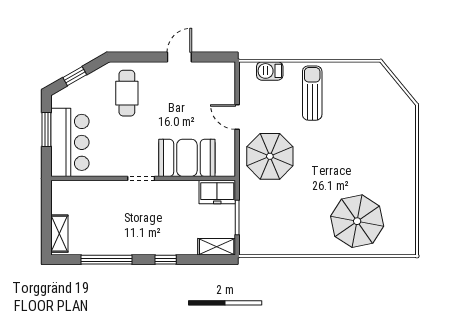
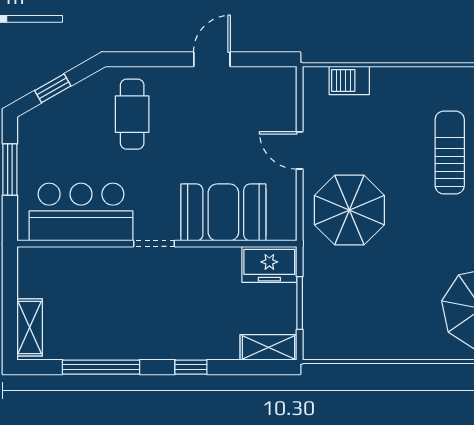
sun lounger: (312, 93) -> (450, 153), moved
bar counter: (70, 142) -> (81, 212), moved, turned -90

